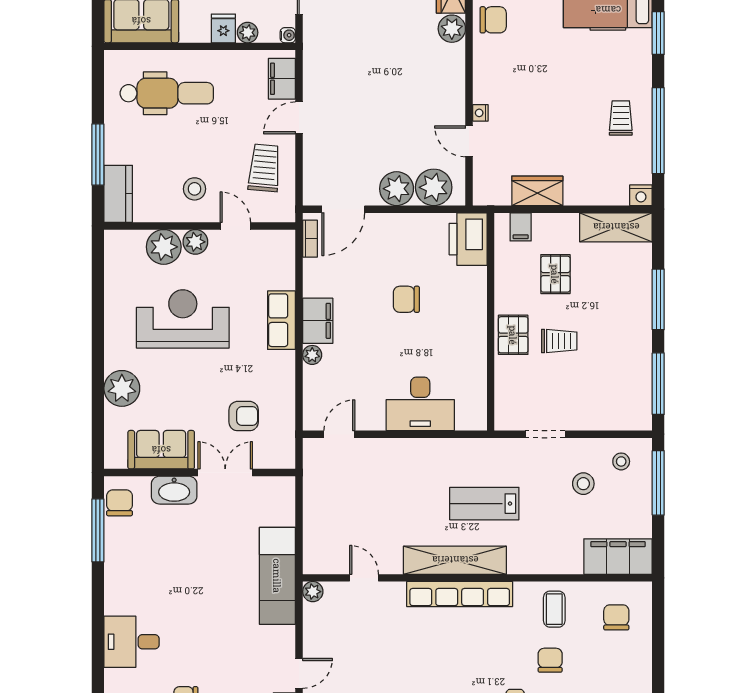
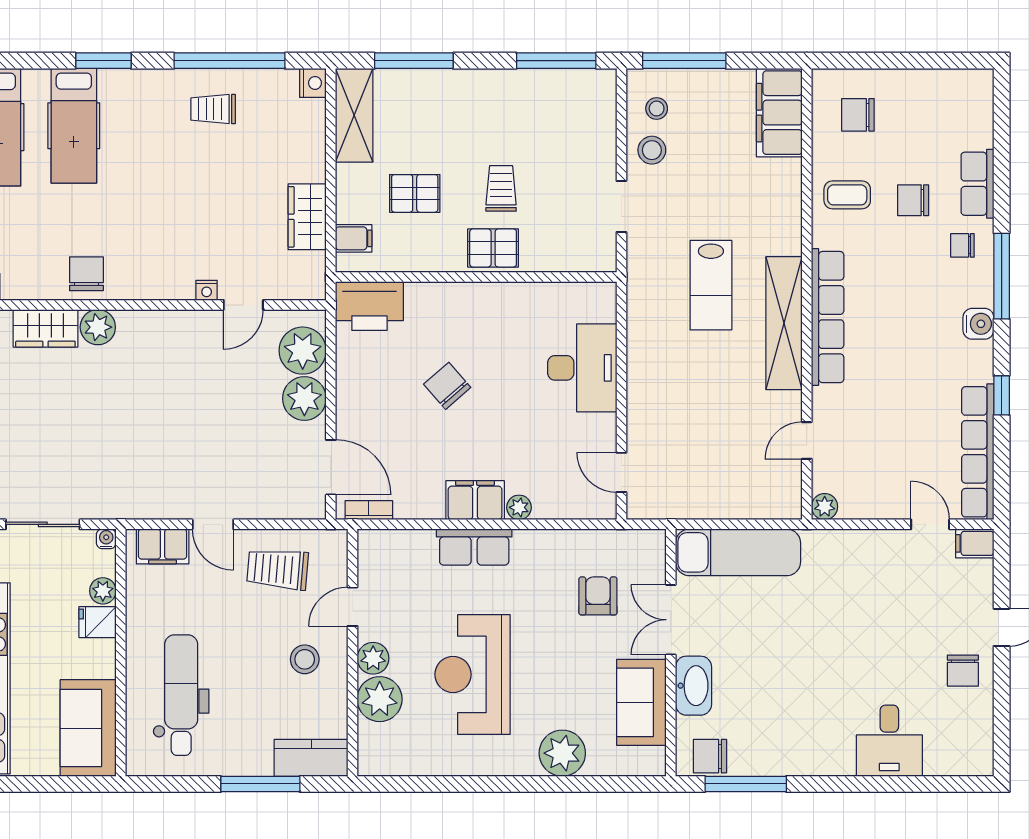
chair: (406, 299) -> (447, 386), turned 139
window: (658, 299) -> (414, 61), moved
stool: (583, 484) -> (652, 150), moved
exam couch: (277, 576) -> (738, 552), moved

